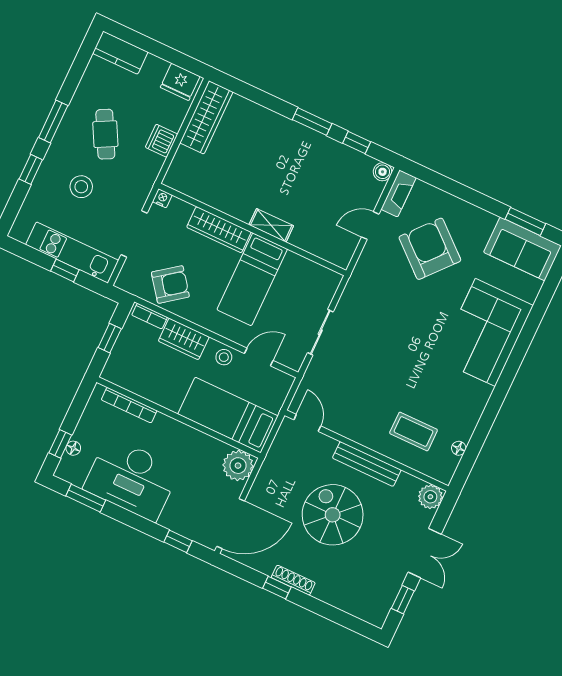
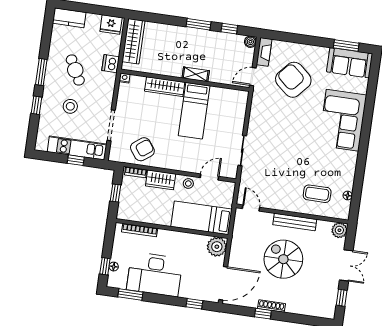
nightstand: (162, 198) -> (125, 78), moved
shelving: (271, 225) -> (196, 74), moved
wall: (252, 229) -> (185, 80), moved
wardrobe: (219, 230) -> (165, 87), moved
bed: (252, 279) -> (194, 111), moved

